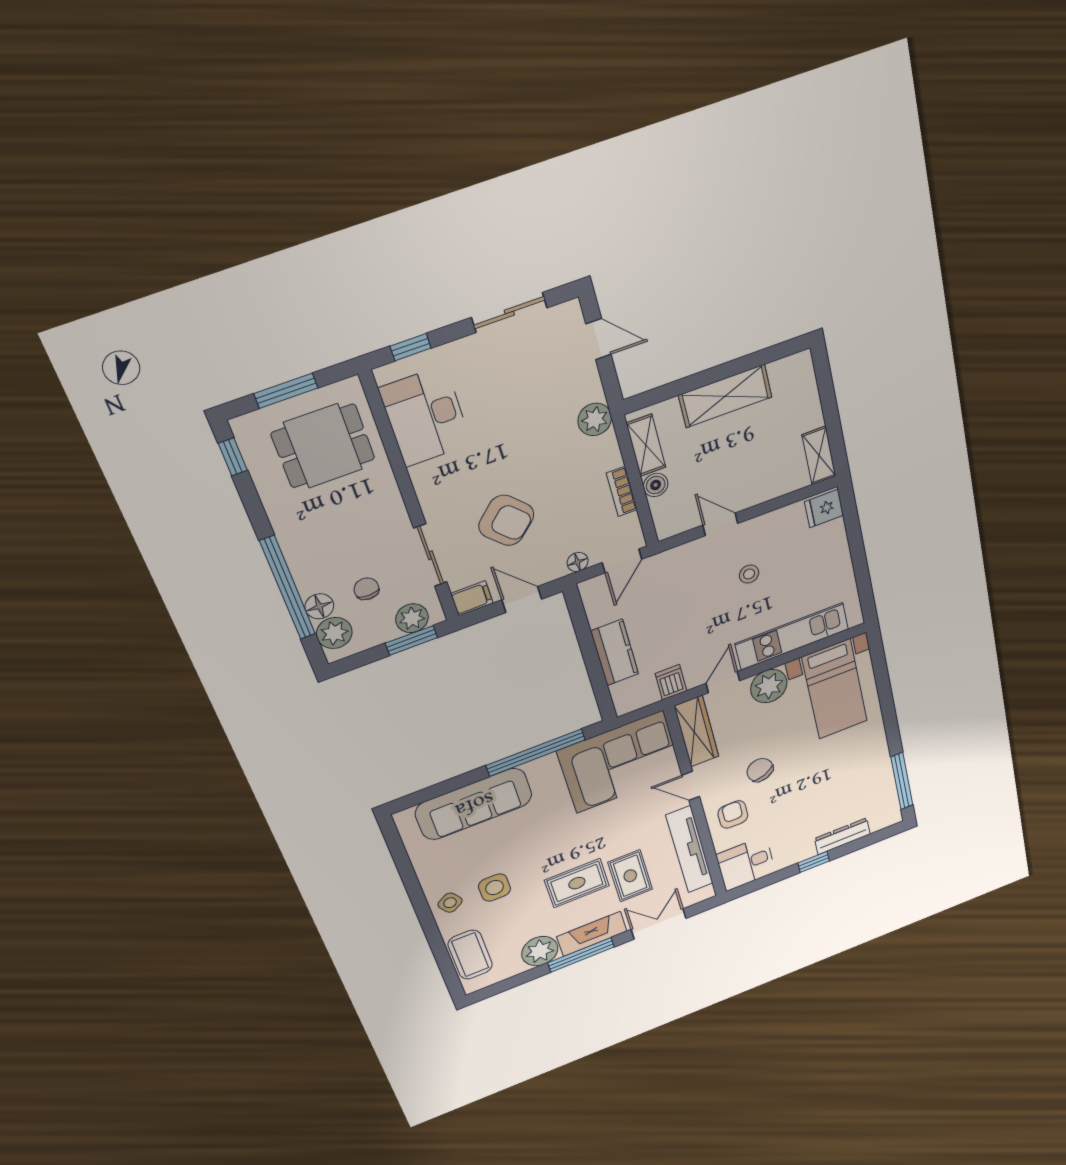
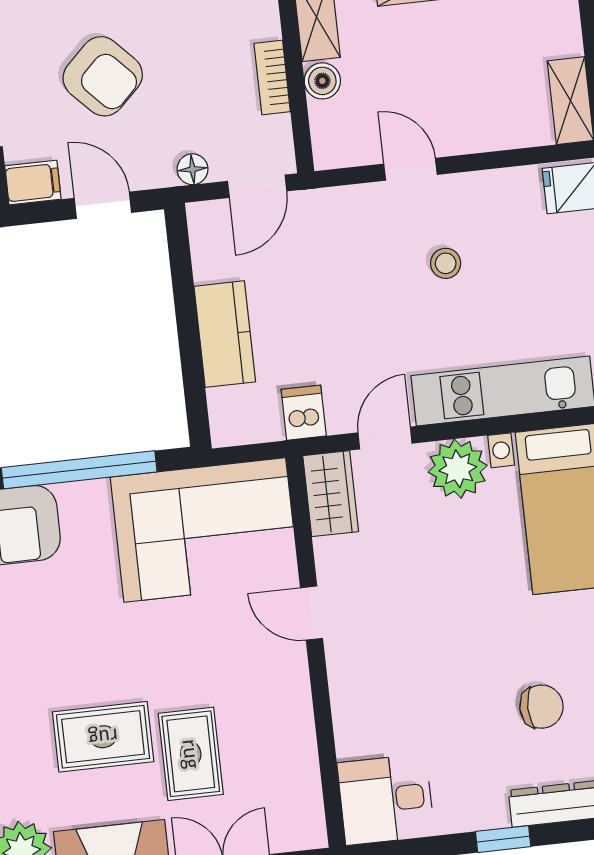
wardrobe: (696, 731) -> (331, 494), width x0.67
chair: (760, 770) -> (541, 707), moved, turned 113
armchair: (733, 814) -> (374, 693), removed
tv unit: (690, 849) -> (295, 737), removed

